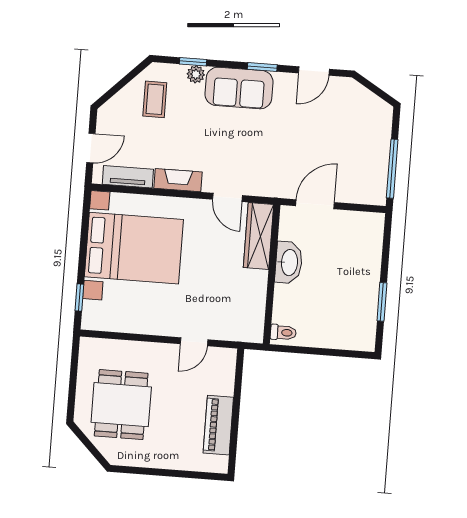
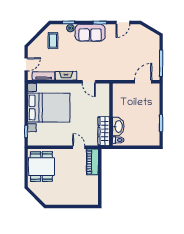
door: (315, 204) -> (143, 82), moved
wardrobe: (258, 236) -> (104, 131), moved
washbasin: (289, 262) -> (118, 126), moved
door: (194, 342) -> (79, 147), swing flipped
dining table: (121, 405) -> (41, 167), moved
piano: (218, 425) -> (92, 162), moved

